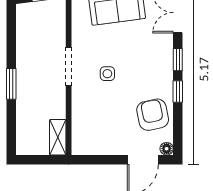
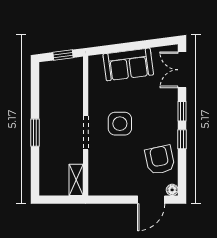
doorway: (69, 66) -> (86, 133), moved
side table: (107, 74) -> (120, 124), width x1.87, depth x1.87

